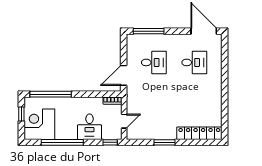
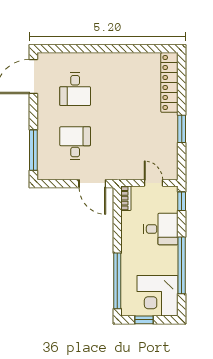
desk: (194, 62) -> (75, 89), turned 180

